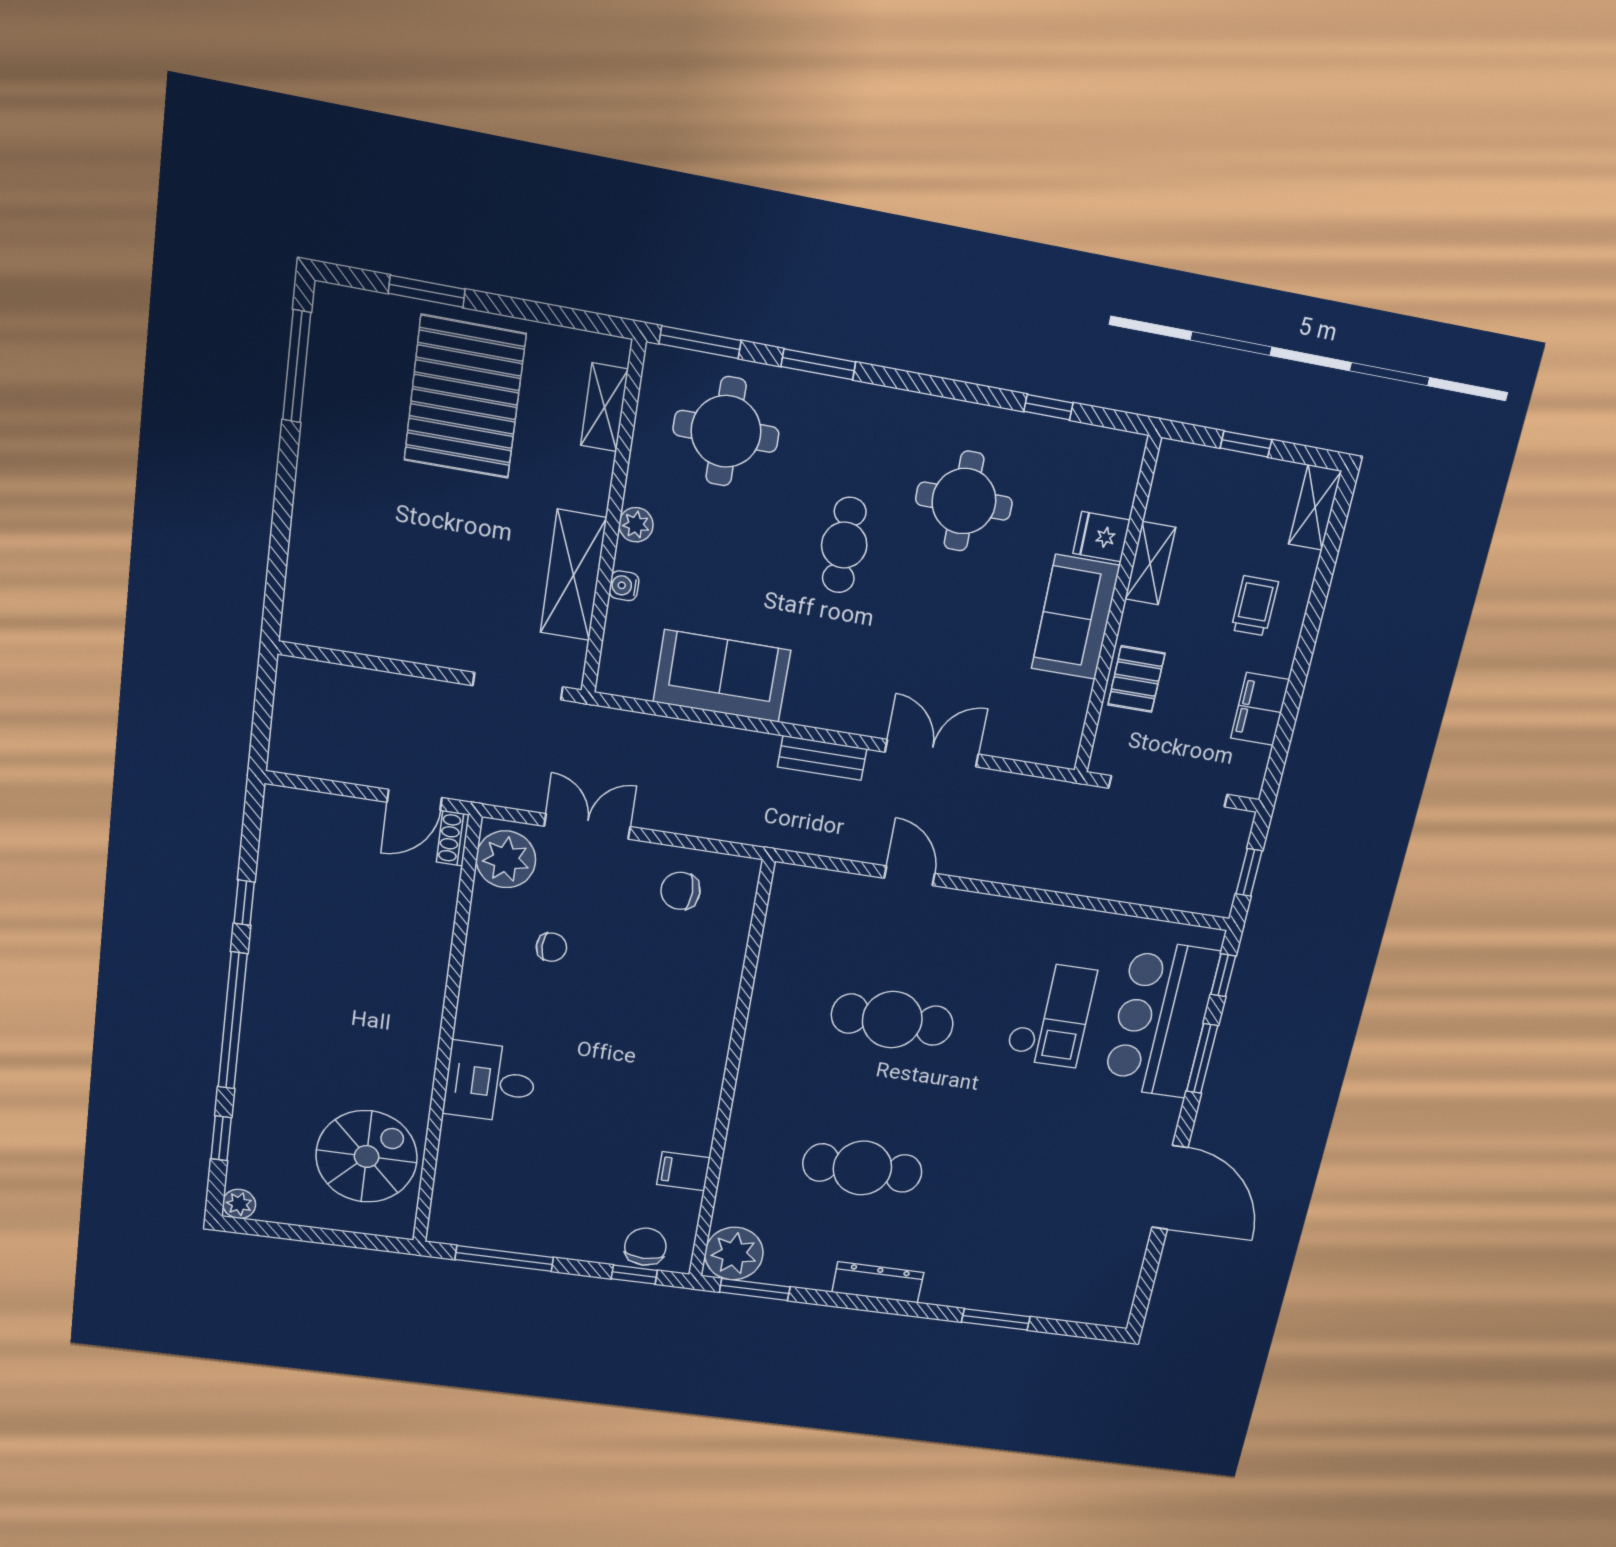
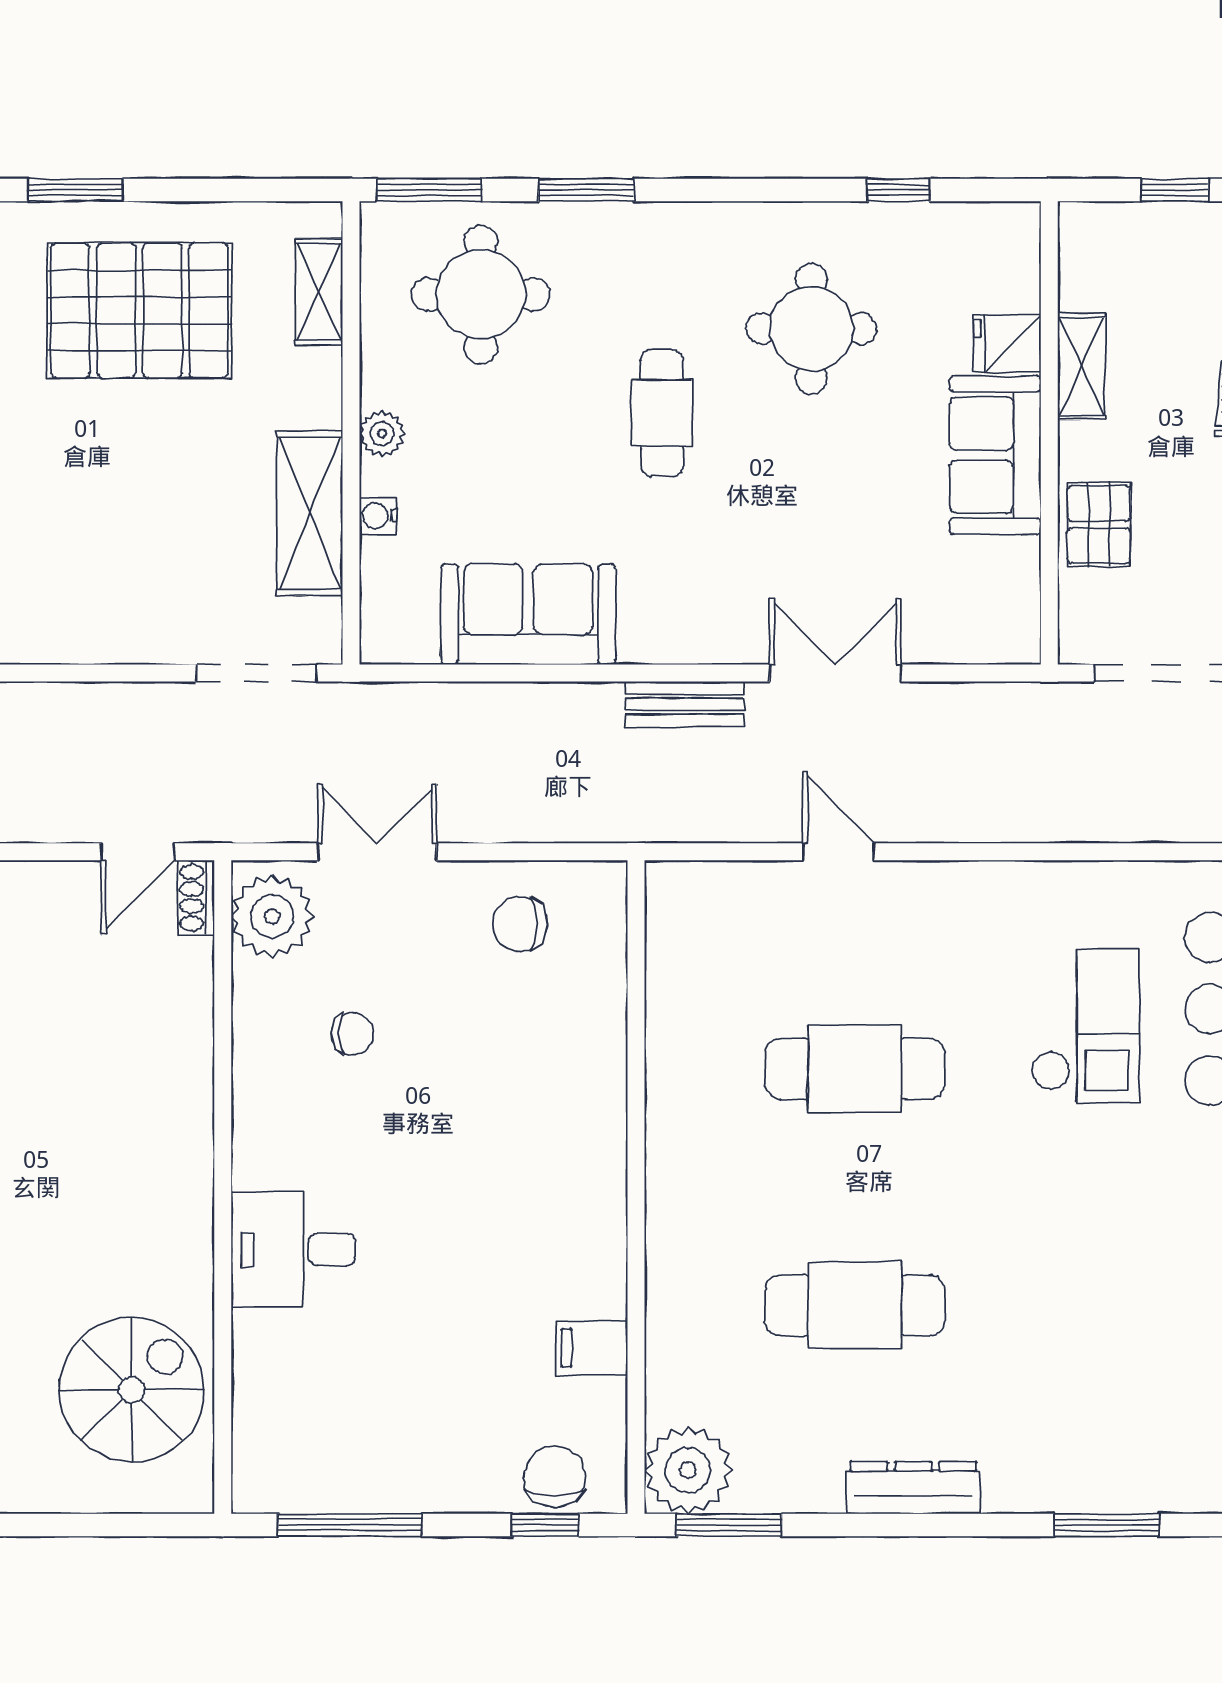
pallet: (465, 397) -> (139, 310), turned 90

